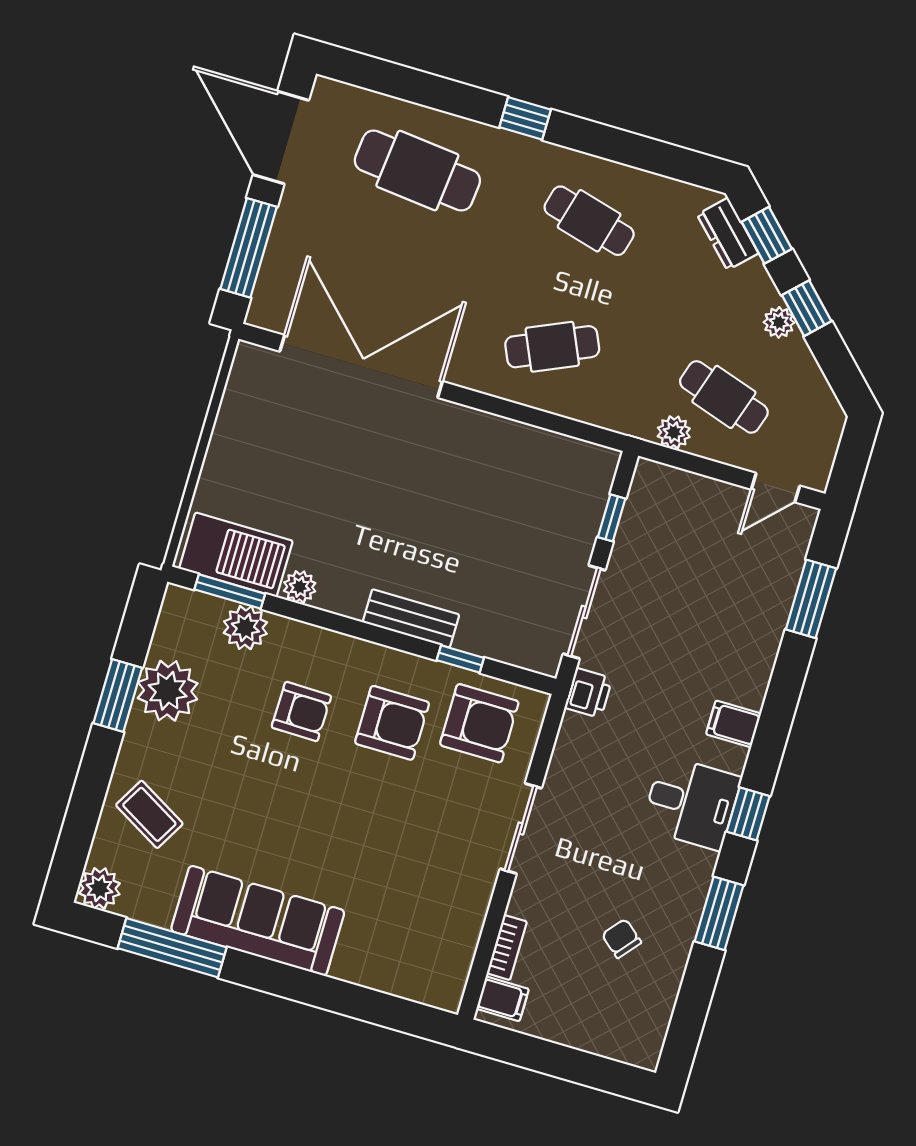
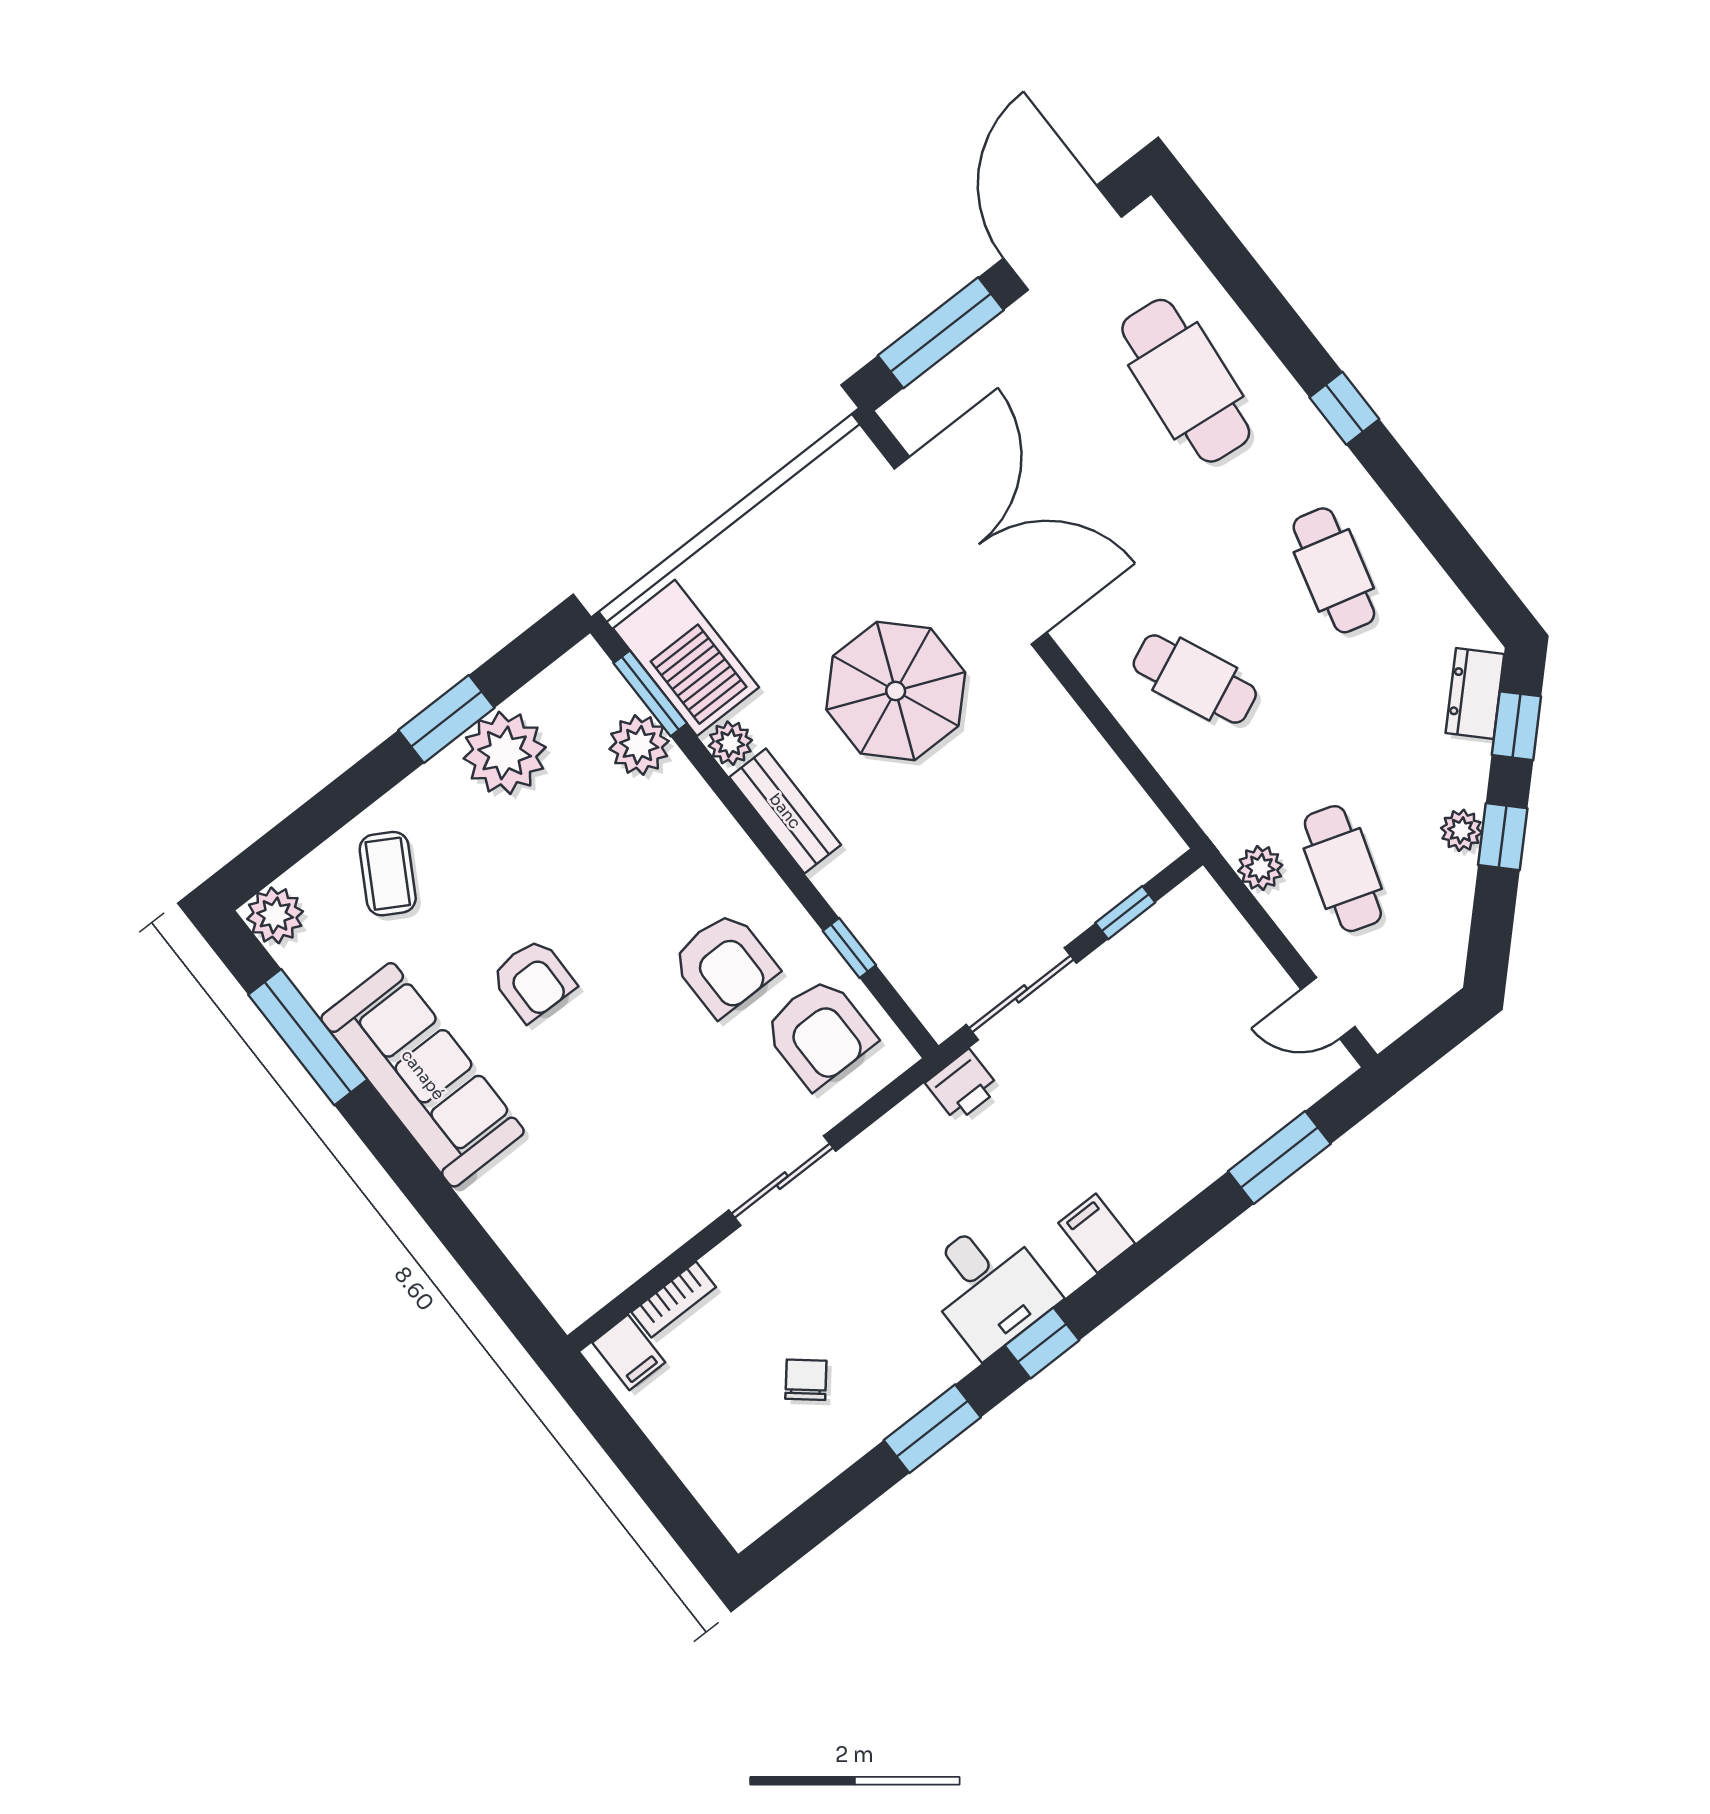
parasol: (377, 484) -> (896, 691), added
bench: (411, 618) -> (785, 811), moved
armchair: (301, 712) -> (533, 980), moved

